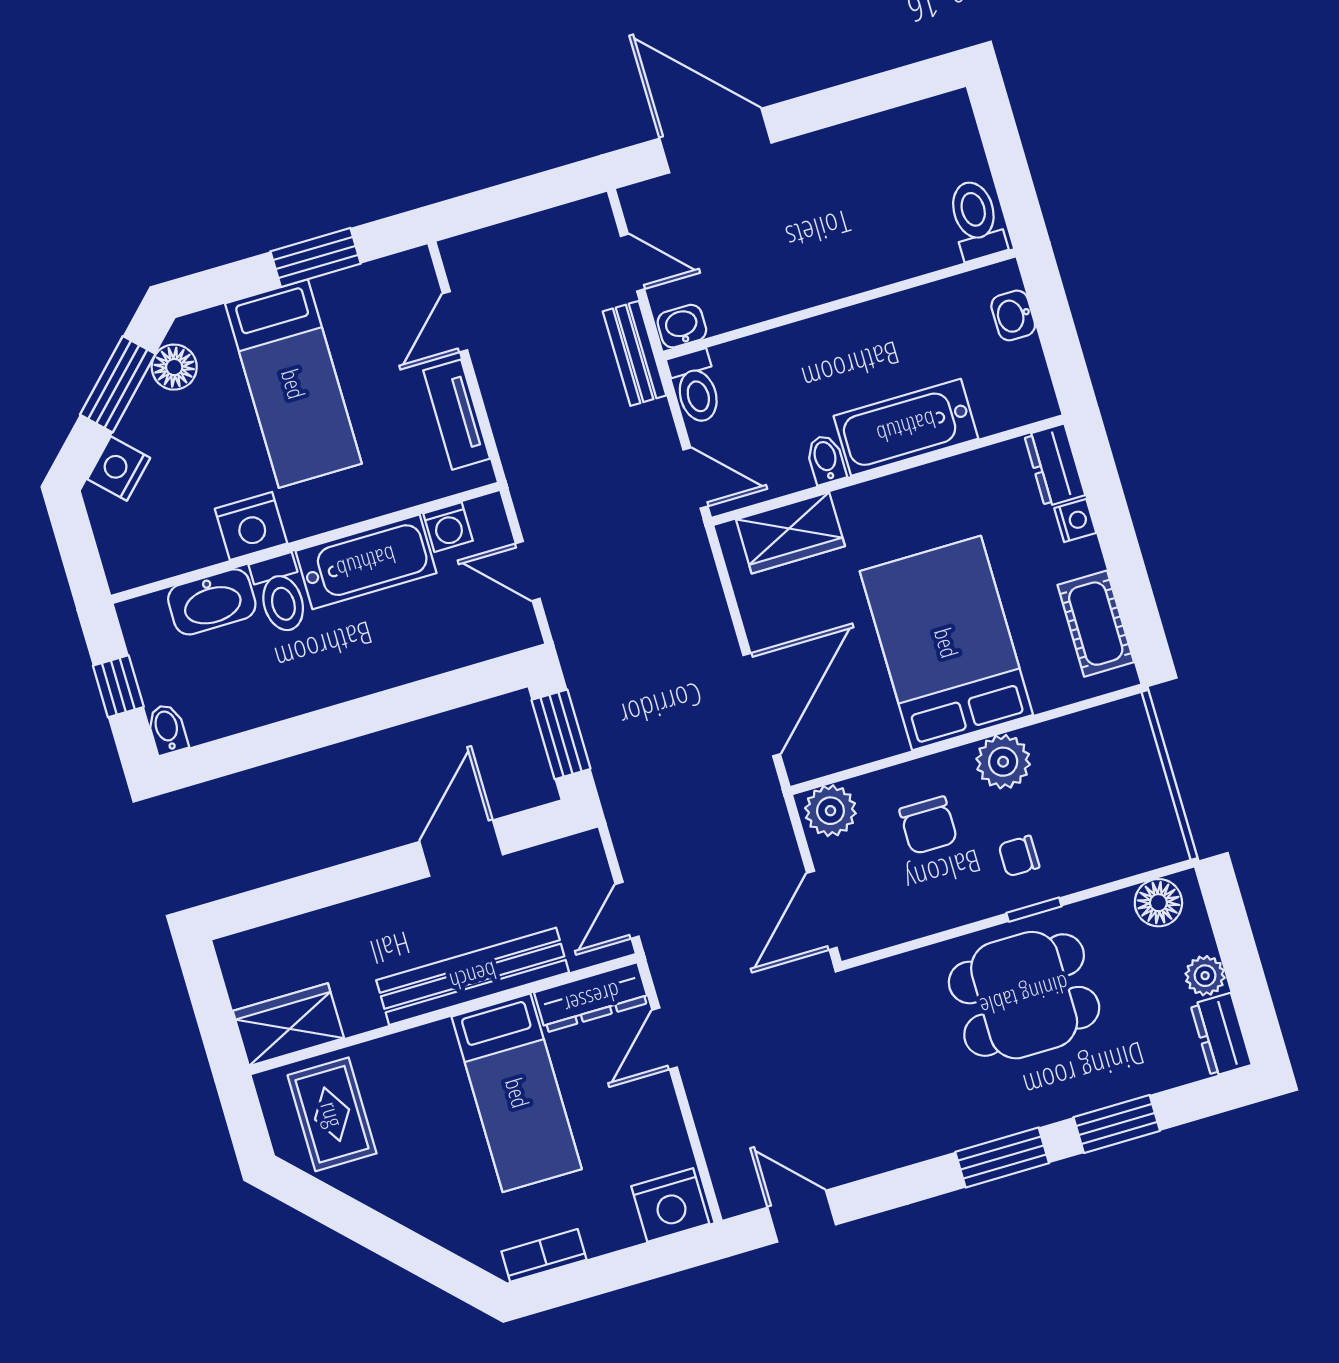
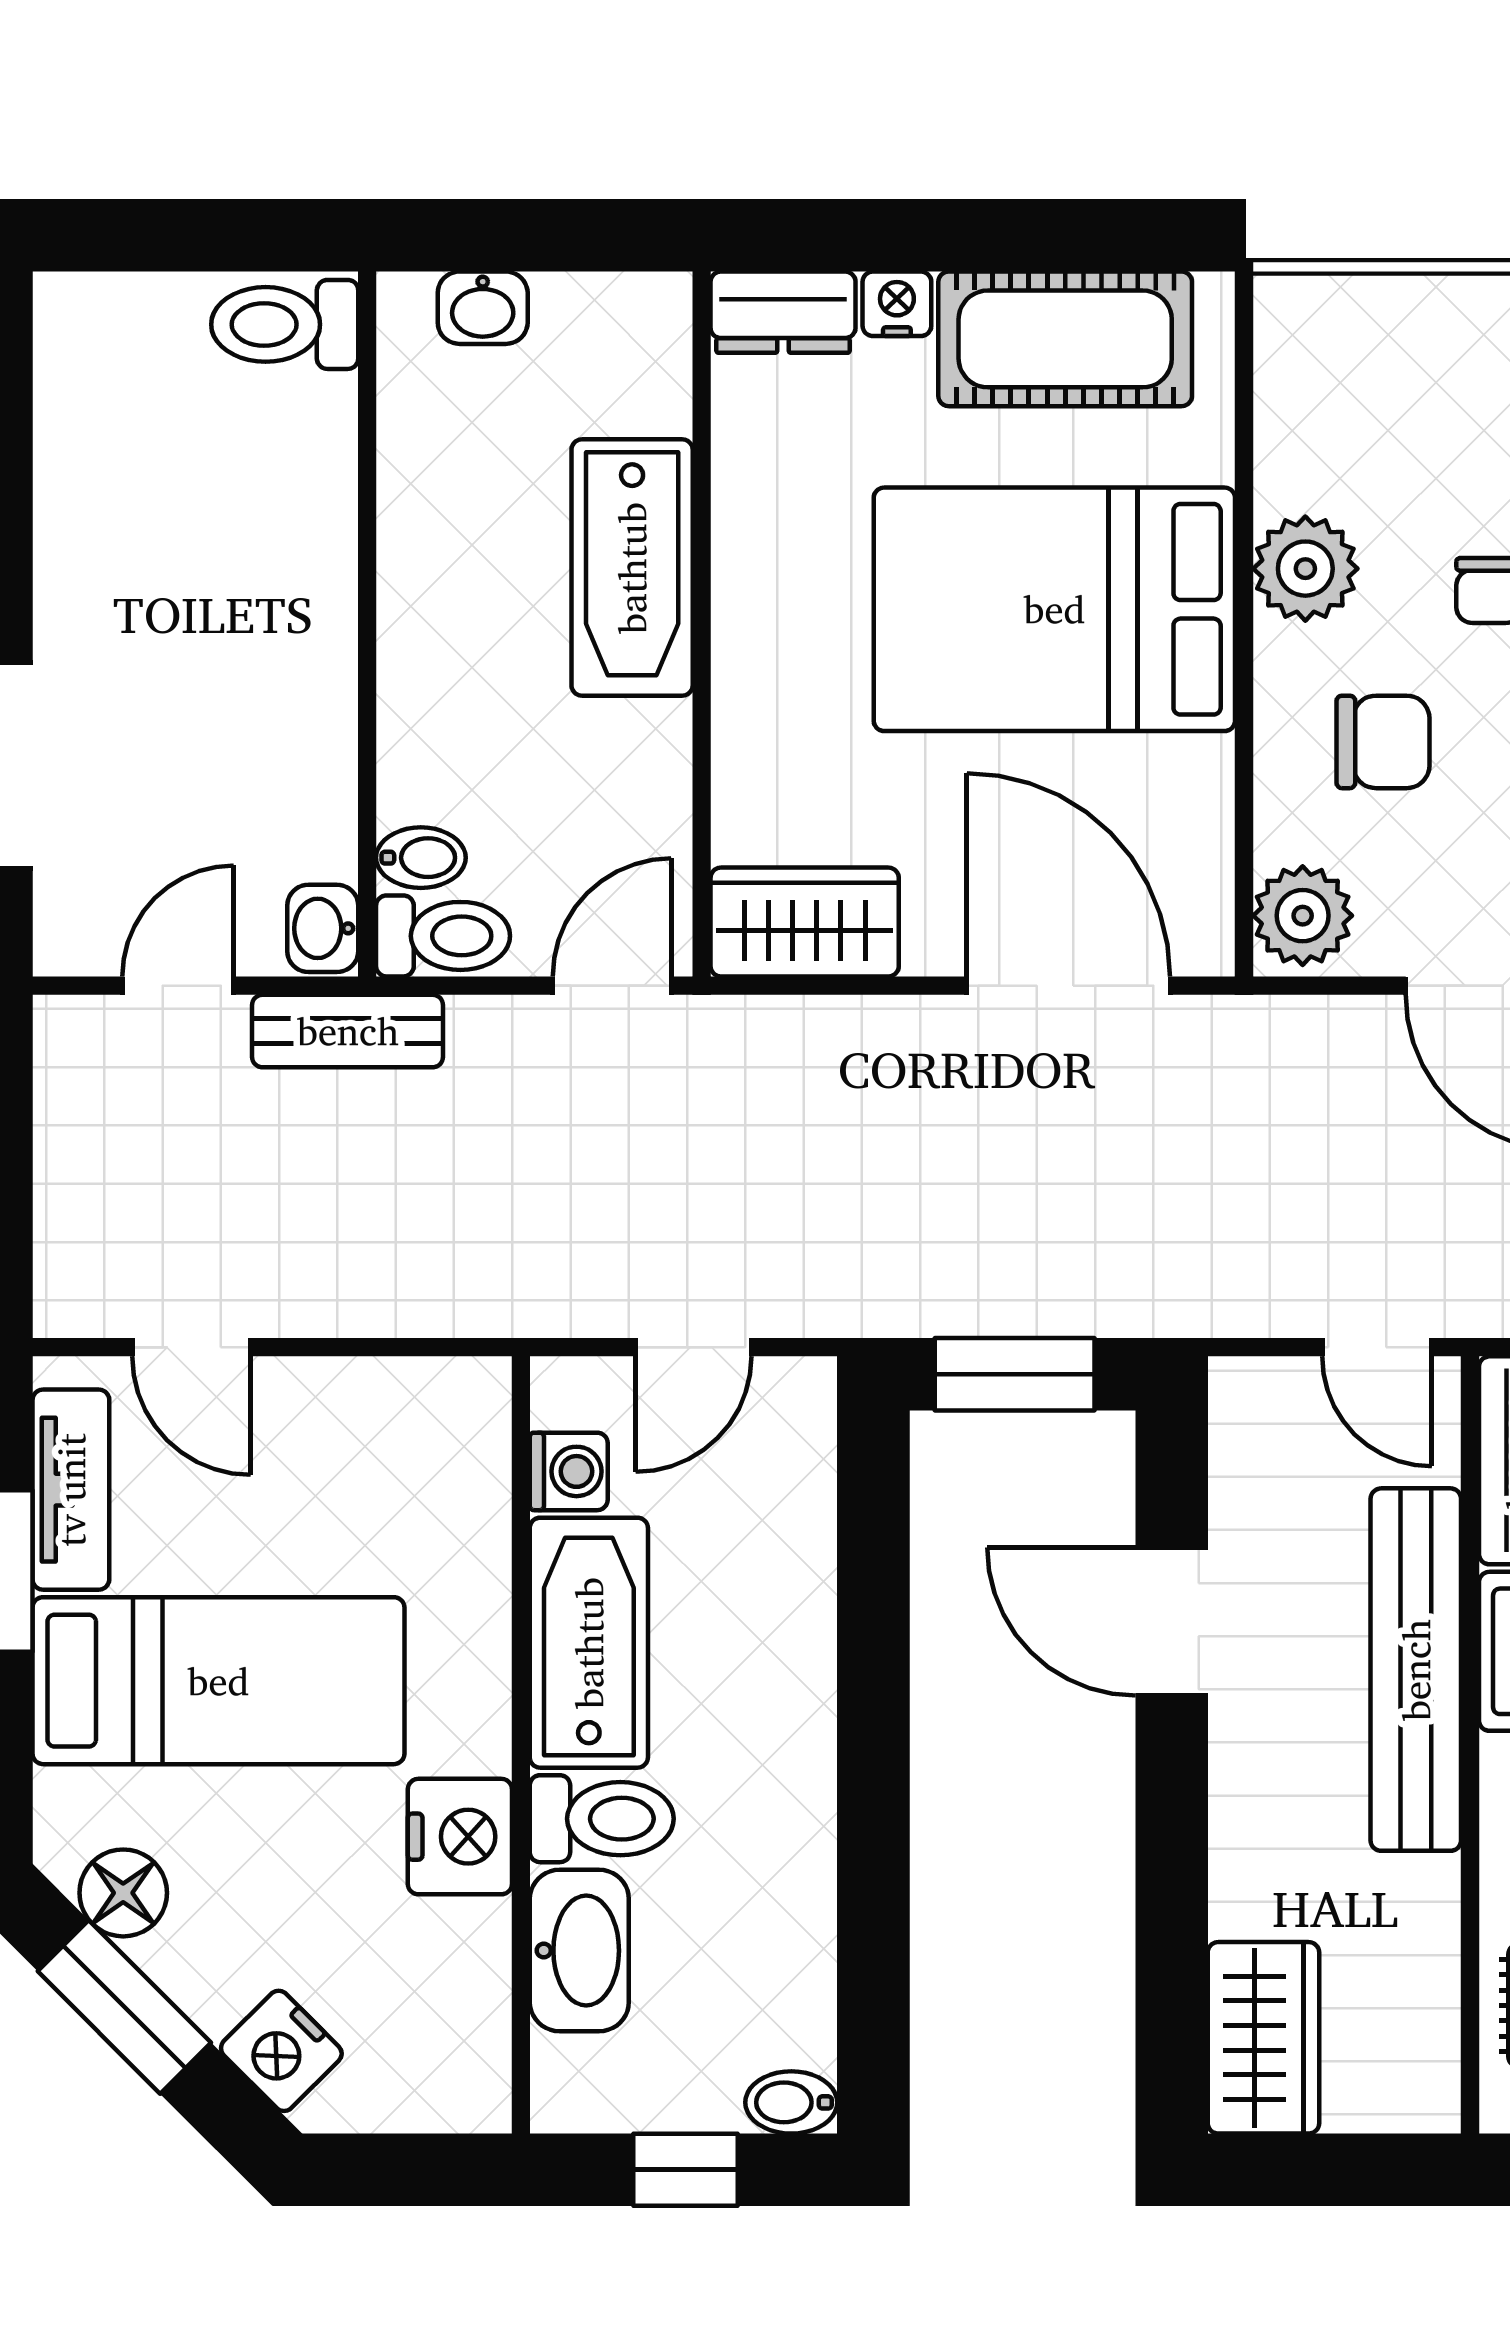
tv unit: (457, 415) -> (71, 1490), moved, turned -90
bidet: (826, 459) -> (421, 858), moved, turned 180
wardrobe: (790, 533) -> (805, 922), moved, turned -90
cot: (1096, 624) -> (1065, 339), width x1.37, depth x1.34
wardrobe: (288, 1025) -> (1263, 2038), moved, turned 180

